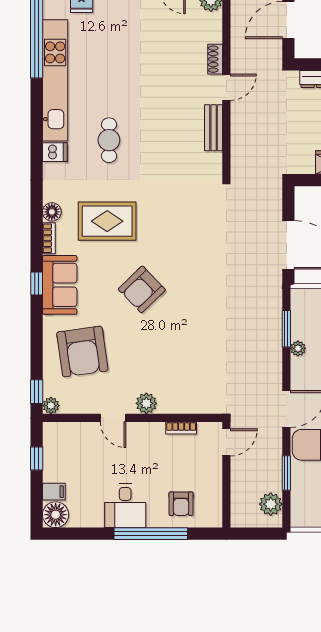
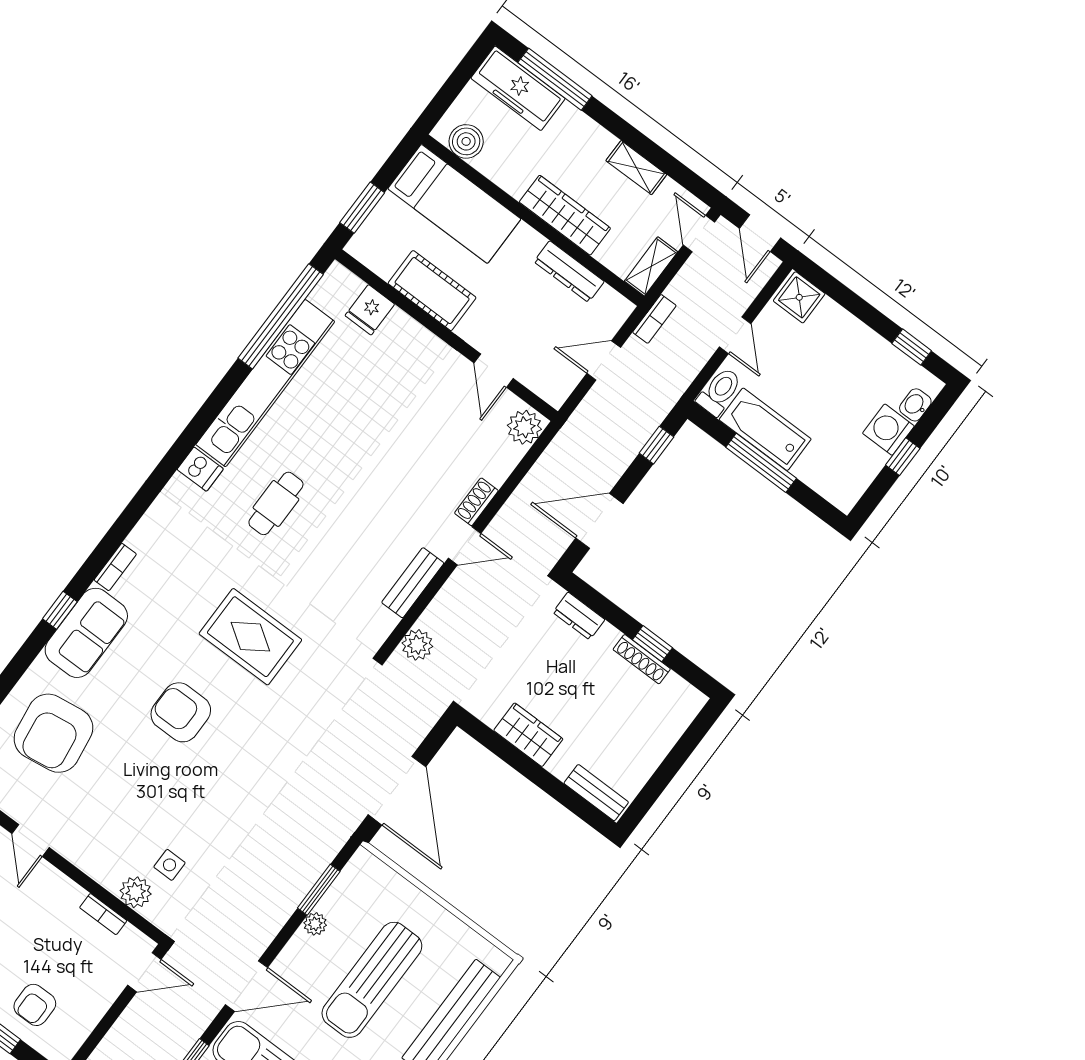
plant: (241, 159) -> (417, 645), added
floor lamp: (52, 212) -> (143, 538), removed
rug: (107, 221) -> (250, 637), moved
armchair: (142, 289) -> (181, 712), turned 44
side table: (197, 375) -> (169, 865), added
plant: (146, 403) -> (136, 892), moved

